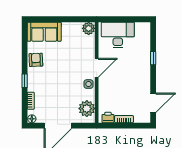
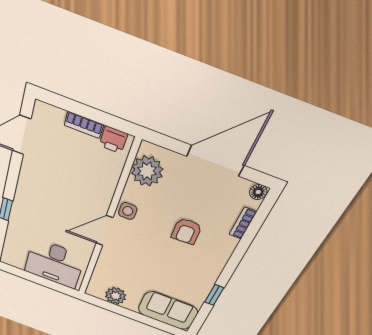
plant: (89, 28) -> (116, 296), moved
armchair: (36, 60) -> (186, 231), moved
window: (25, 81) -> (214, 295), moved

